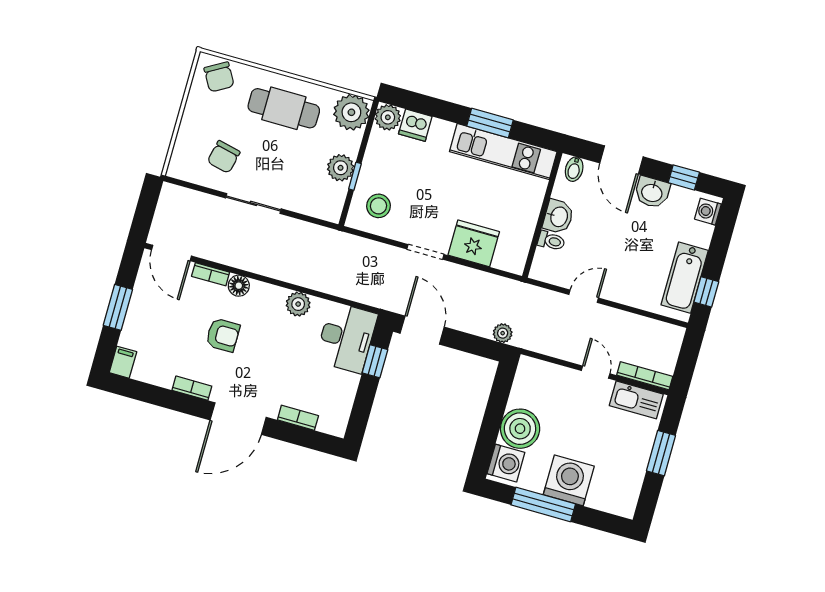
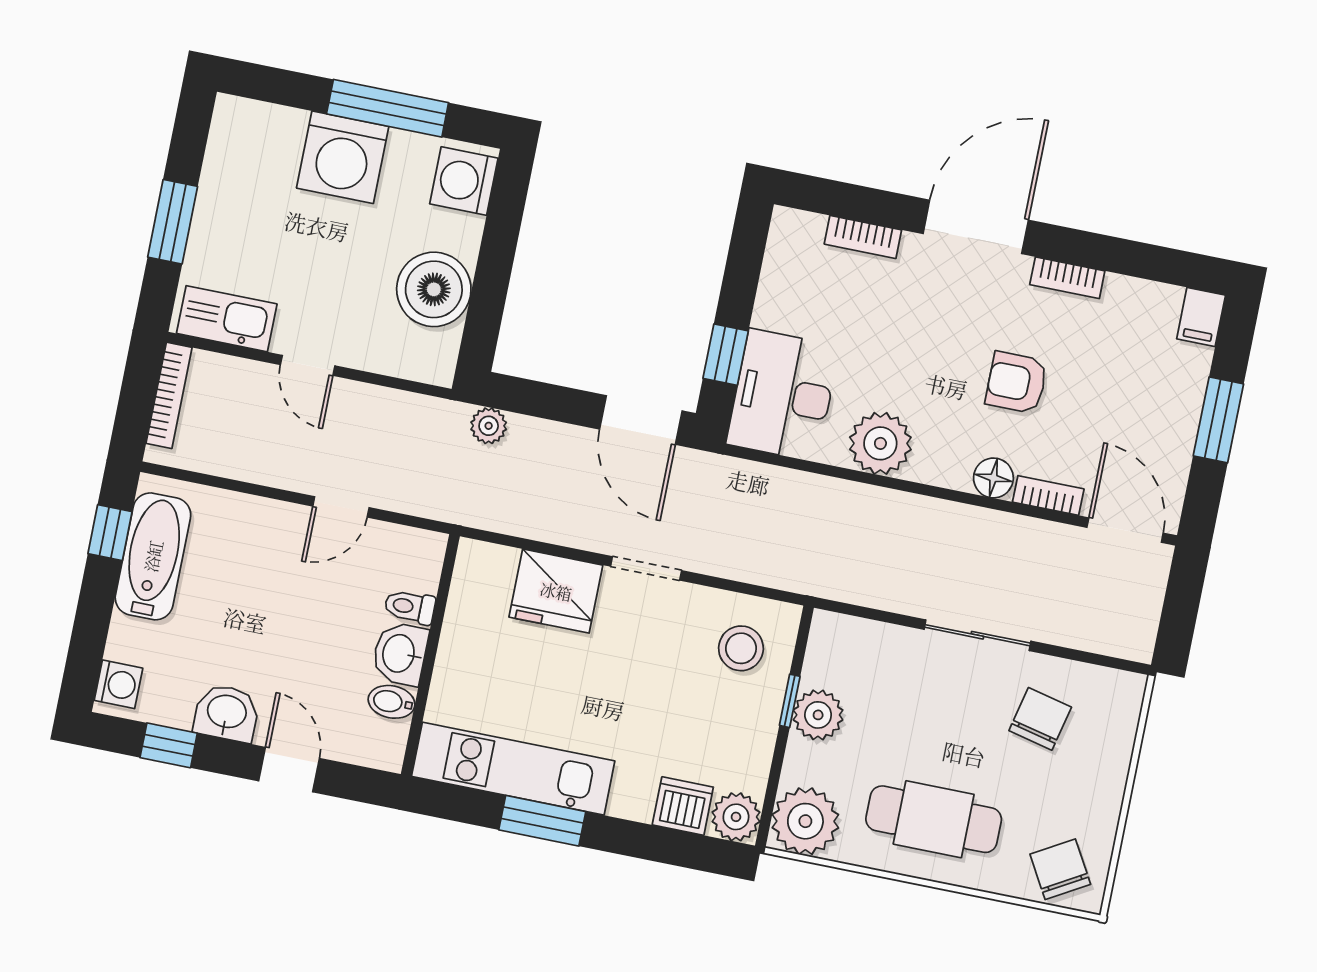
door: (621, 160) -> (289, 770), width x0.73
bidet: (574, 169) -> (392, 702), moved, turned -90
plant: (298, 304) -> (880, 443), width x1.36, depth x1.36
bookcase: (645, 376) -> (169, 395), moved, turned -90
boiler: (520, 429) -> (434, 289), moved

